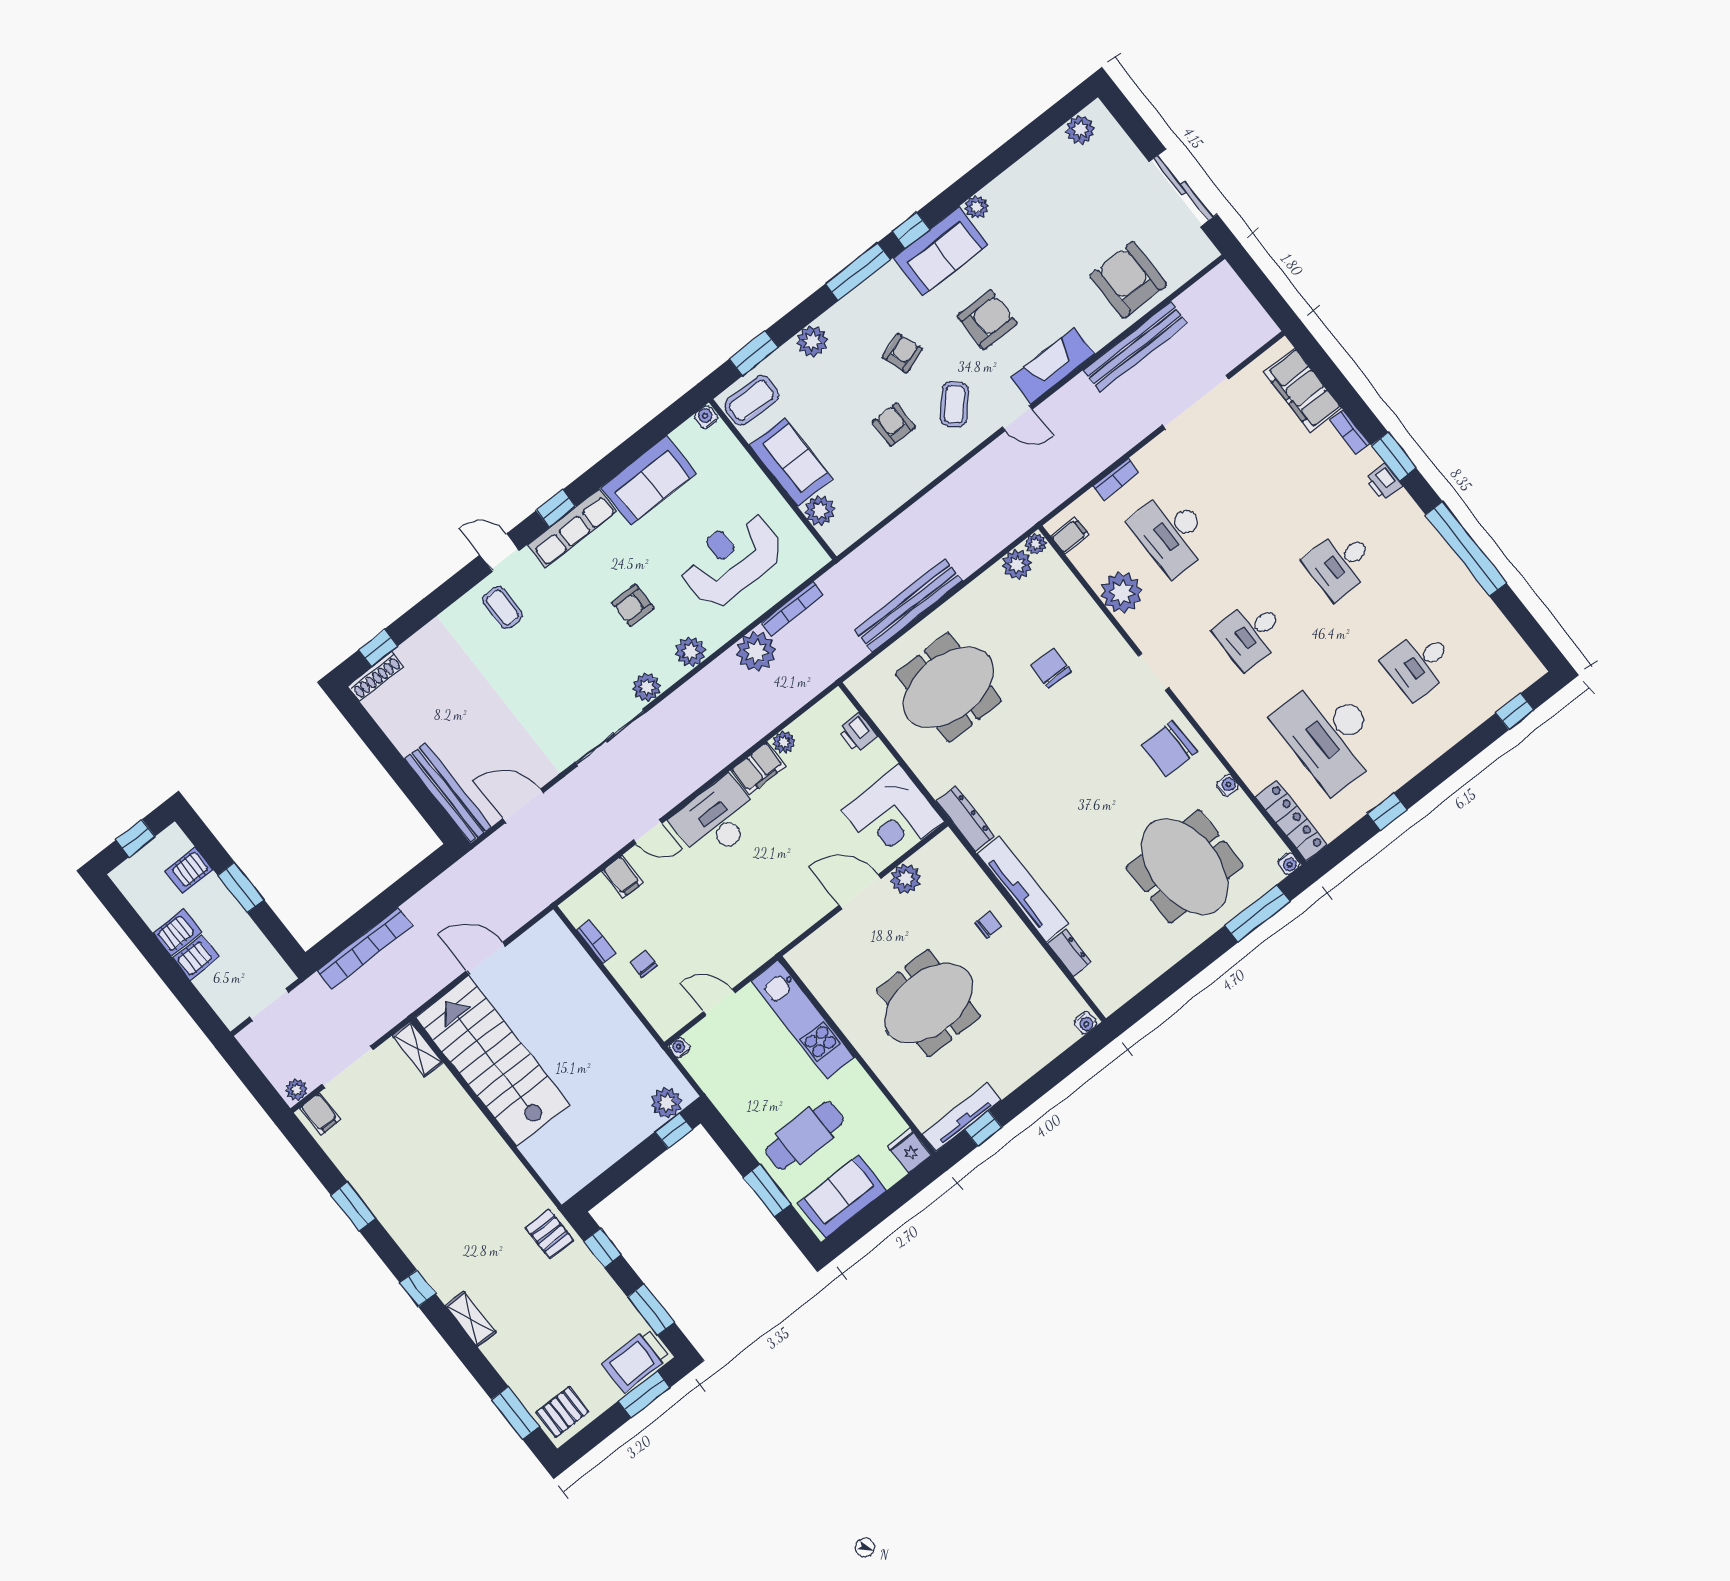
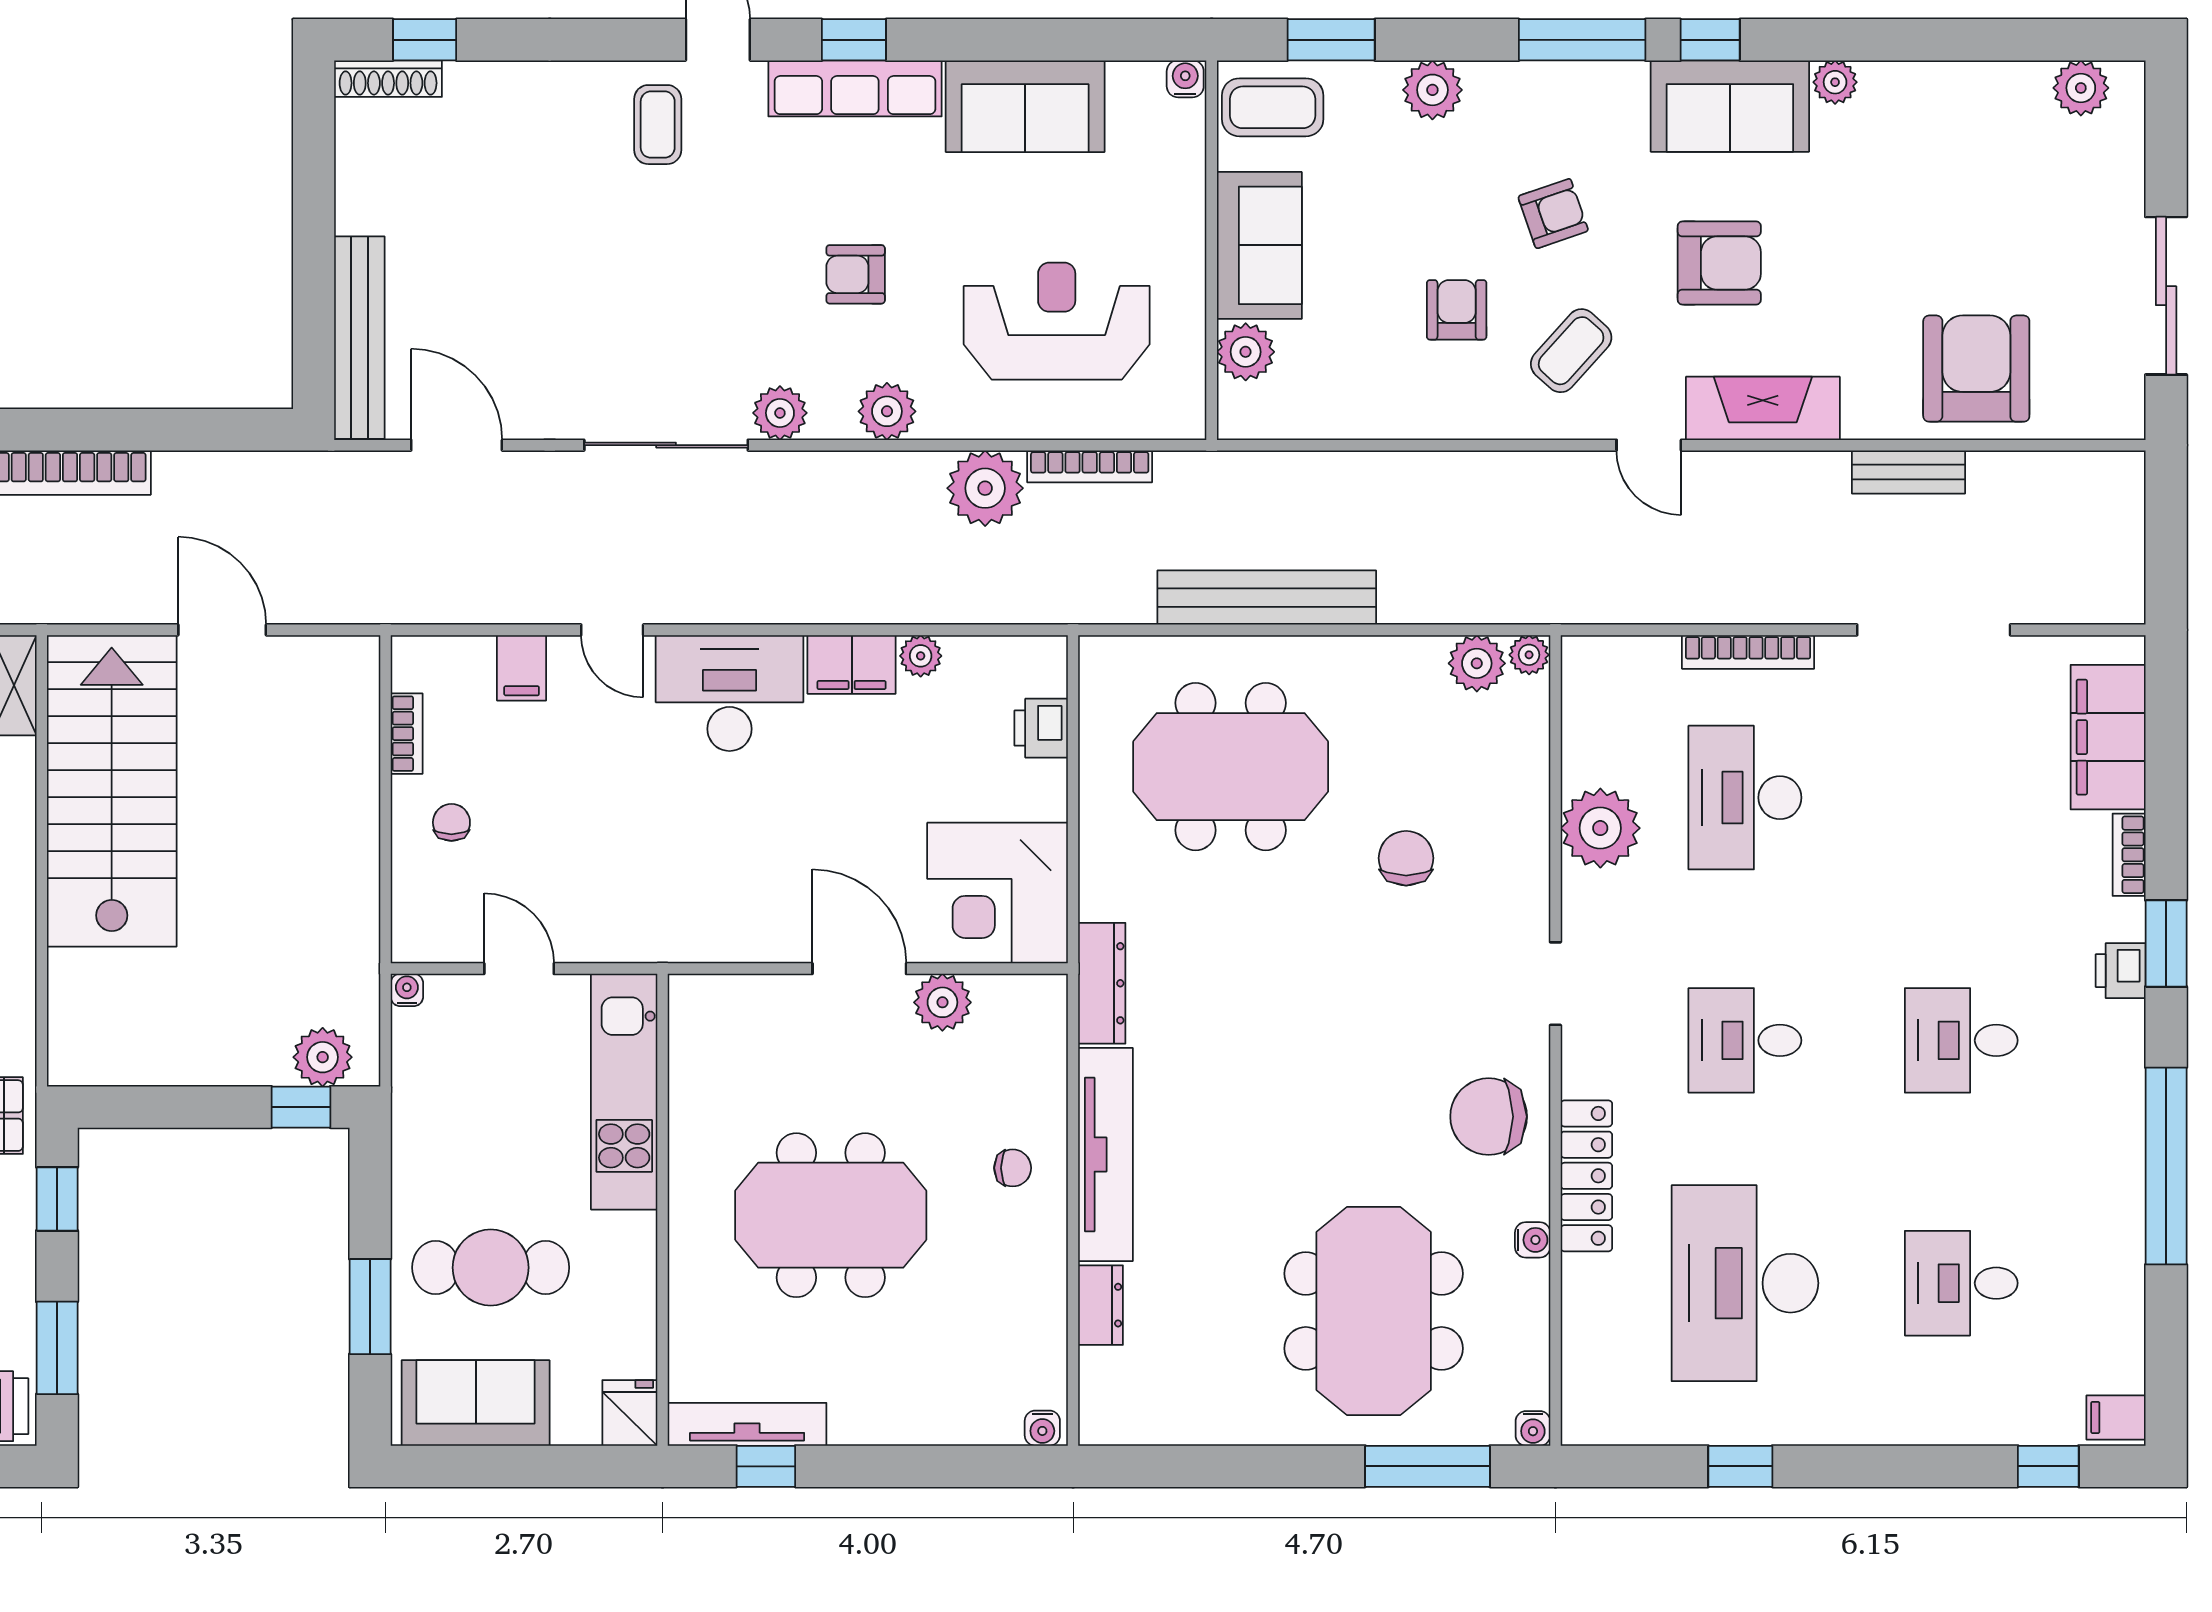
bench: (1135, 347) -> (1909, 472), width x0.54, depth x0.82
bookcase: (1116, 479) -> (1748, 652), width x1.56
filing cabinet: (1070, 535) -> (2116, 1417), moved, turned 180
locker: (1291, 821) -> (1586, 1176), moved

